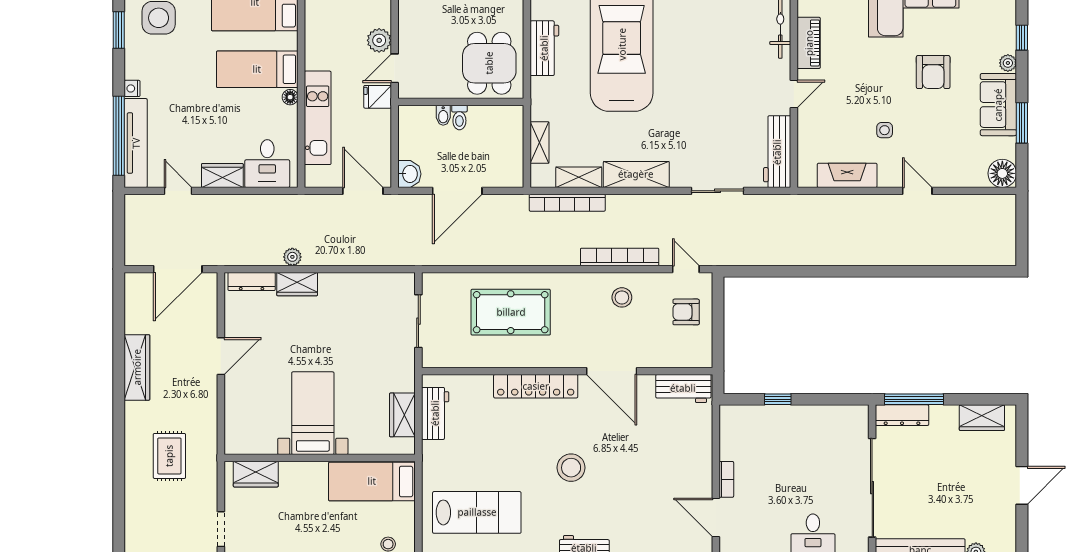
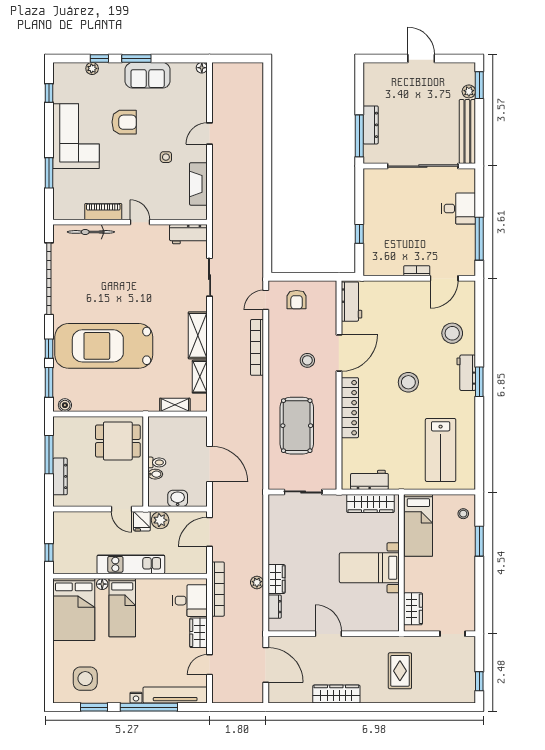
plant: (379, 40) -> (160, 520), moved
workbench: (544, 48) -> (107, 401), removed
plant: (1008, 63) -> (92, 68), moved
floor lamp: (290, 97) -> (102, 584), moved
kitchen unit: (318, 118) -> (131, 564), moved
window: (1022, 123) -> (136, 58), moved
window: (119, 136) -> (149, 707), moved
workbench: (777, 152) -> (188, 234), width x0.73
floor lamp: (1002, 173) -> (202, 68), width x0.53, depth x0.53
washbasin: (409, 174) -> (178, 498), moved
bookcase: (567, 203) -> (218, 589), moved
dresser: (252, 281) -> (275, 607), width x0.70
stool: (622, 297) -> (307, 360), moved
wardrobe: (402, 415) -> (371, 503), width x1.50
dresser: (902, 415) -> (371, 125), moved
wardrobe: (982, 418) -> (373, 87), removed
rug: (169, 456) -> (400, 671), turned 90
lab bench: (477, 512) -> (441, 450), turned 180
stool: (639, 529) -> (452, 333), added

